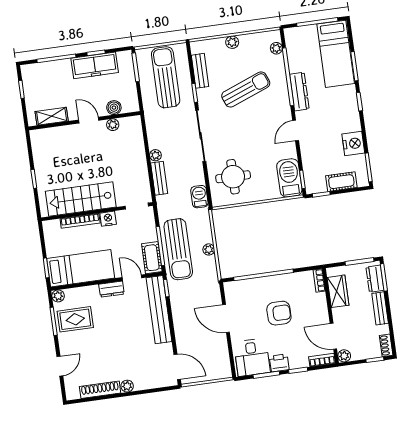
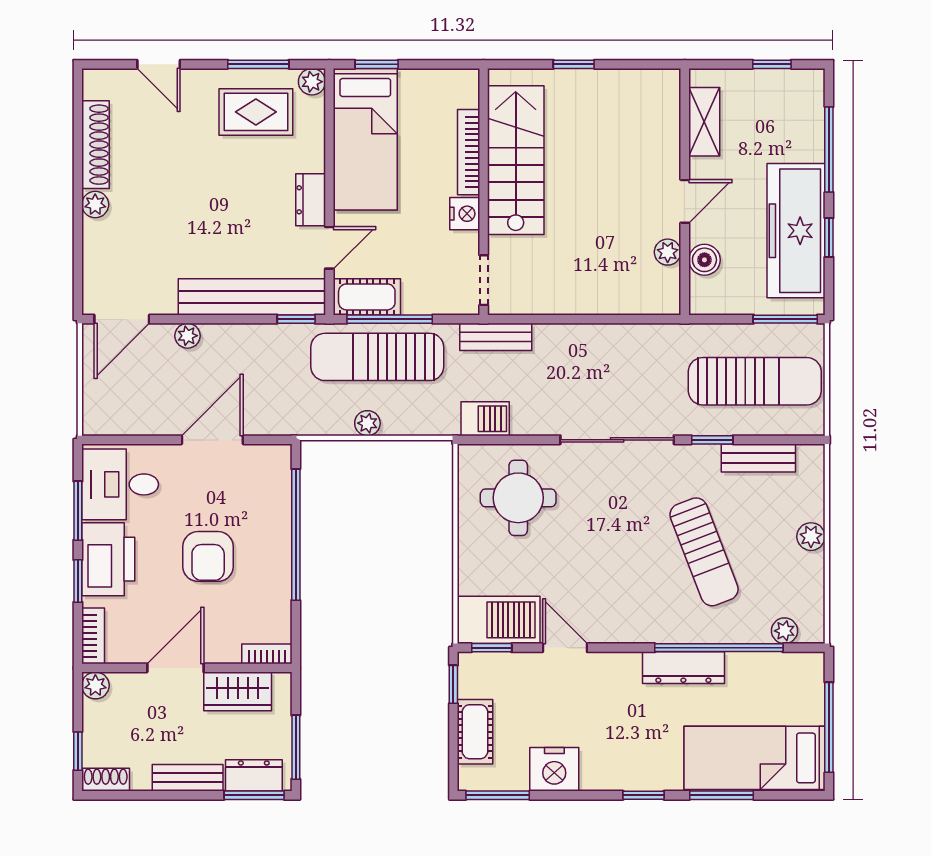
freezer: (95, 65) -> (796, 231), width x1.36, depth x1.26
door: (296, 130) -> (565, 648), moved
plant: (155, 155) -> (187, 336), moved
bench: (159, 178) -> (496, 337), moved
rug: (75, 319) -> (256, 112), turned 90
door: (333, 336) -> (175, 668), moved
printer: (279, 363) -> (108, 559), width x1.87, depth x1.48

